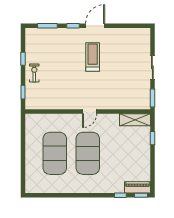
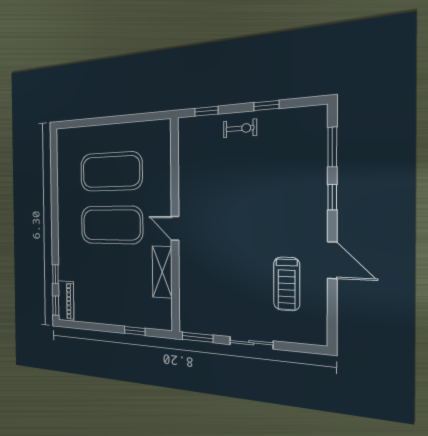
door: (95, 26) -> (332, 260), moved
treadmill: (93, 57) -> (287, 284), moved, turned 90
shelving: (135, 120) -> (162, 272), moved

